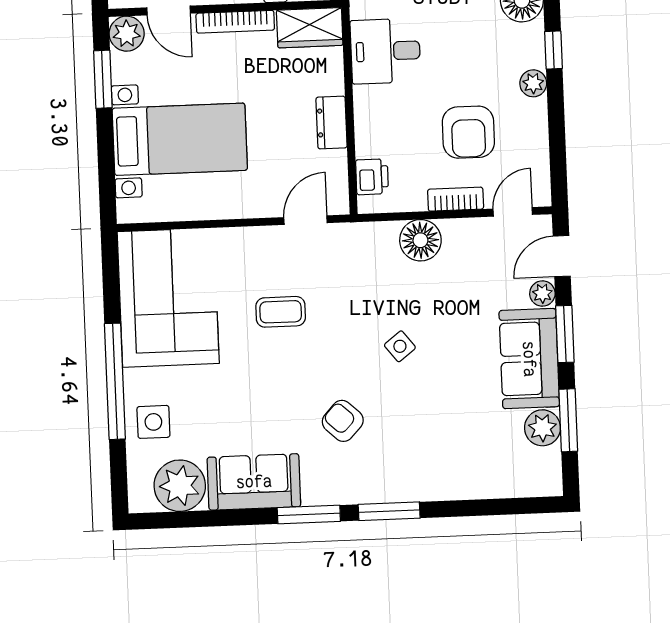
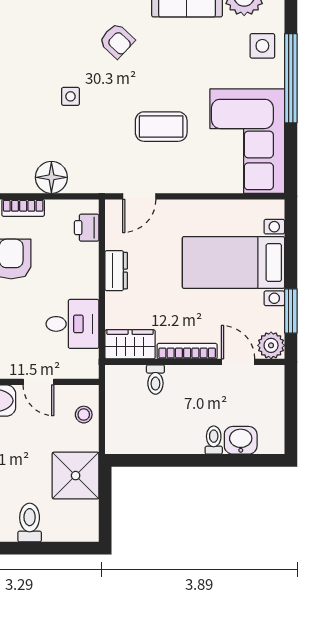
coffee table: (281, 312) -> (161, 127), width x1.36, depth x1.30
side table: (400, 346) -> (70, 96), turned 38

